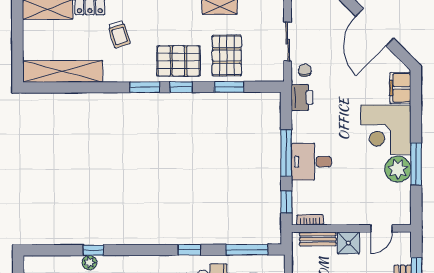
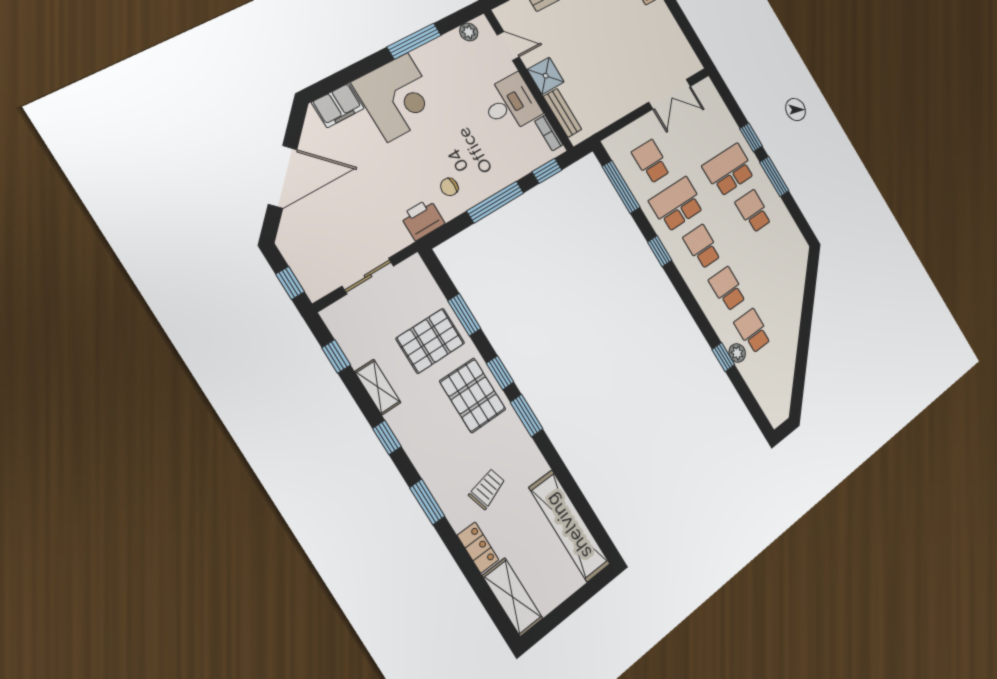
chair: (305, 70) -> (449, 187), moved
desk: (311, 162) -> (511, 104), moved, turned -90
plant: (398, 169) -> (469, 32), moved, width x0.53, depth x0.53

